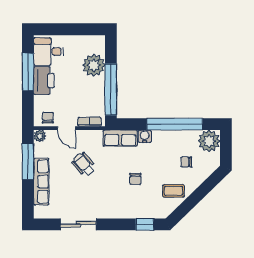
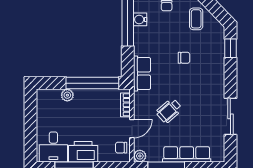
plant: (94, 65) -> (67, 95), width x0.53, depth x0.53
water cooler: (145, 136) -> (140, 19), moved

